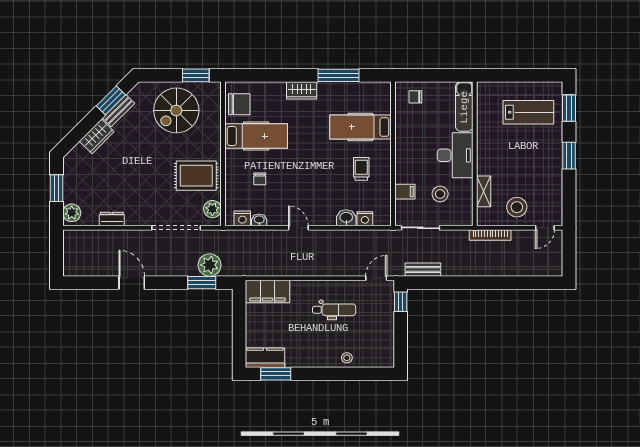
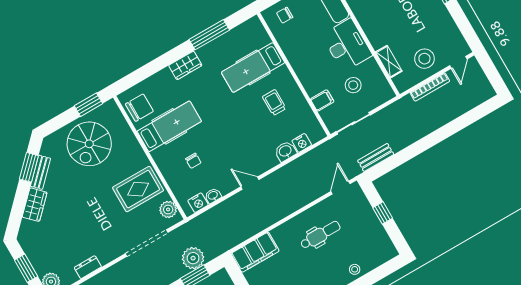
bookcase: (490, 235) -> (430, 87), moved
window: (401, 302) -> (383, 213), moved

